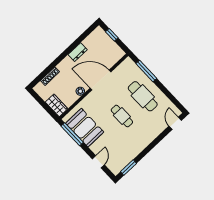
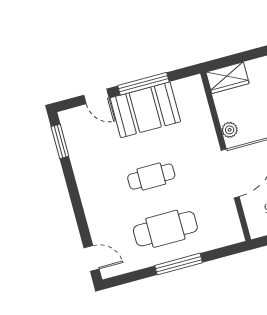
window: (146, 71) -> (179, 264), moved
booth: (85, 128) -> (145, 110), moved
window: (72, 134) -> (143, 84), moved

